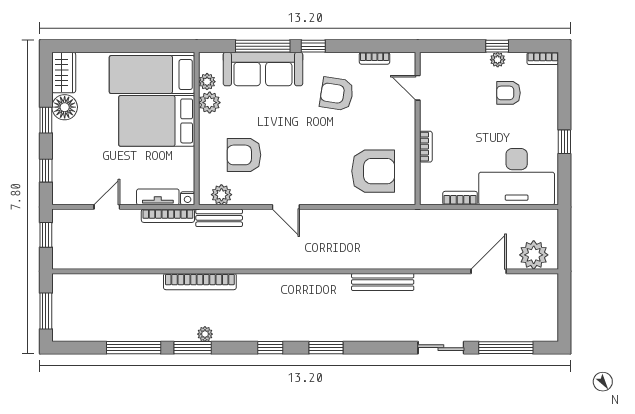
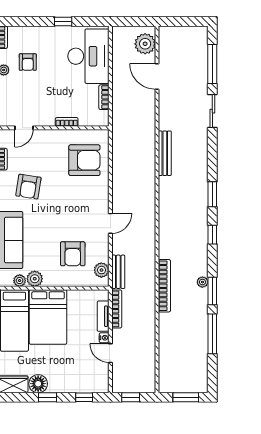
armchair: (373, 171) -> (84, 160), turned 90
nightstand: (188, 198) -> (104, 338), moved

